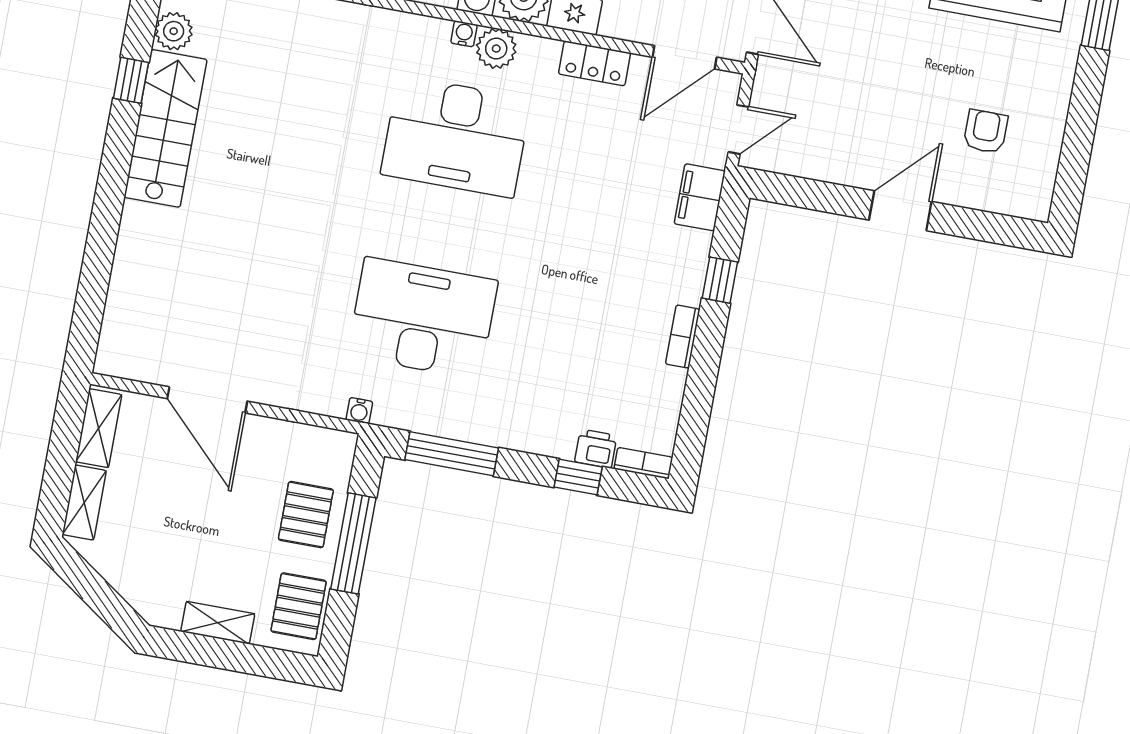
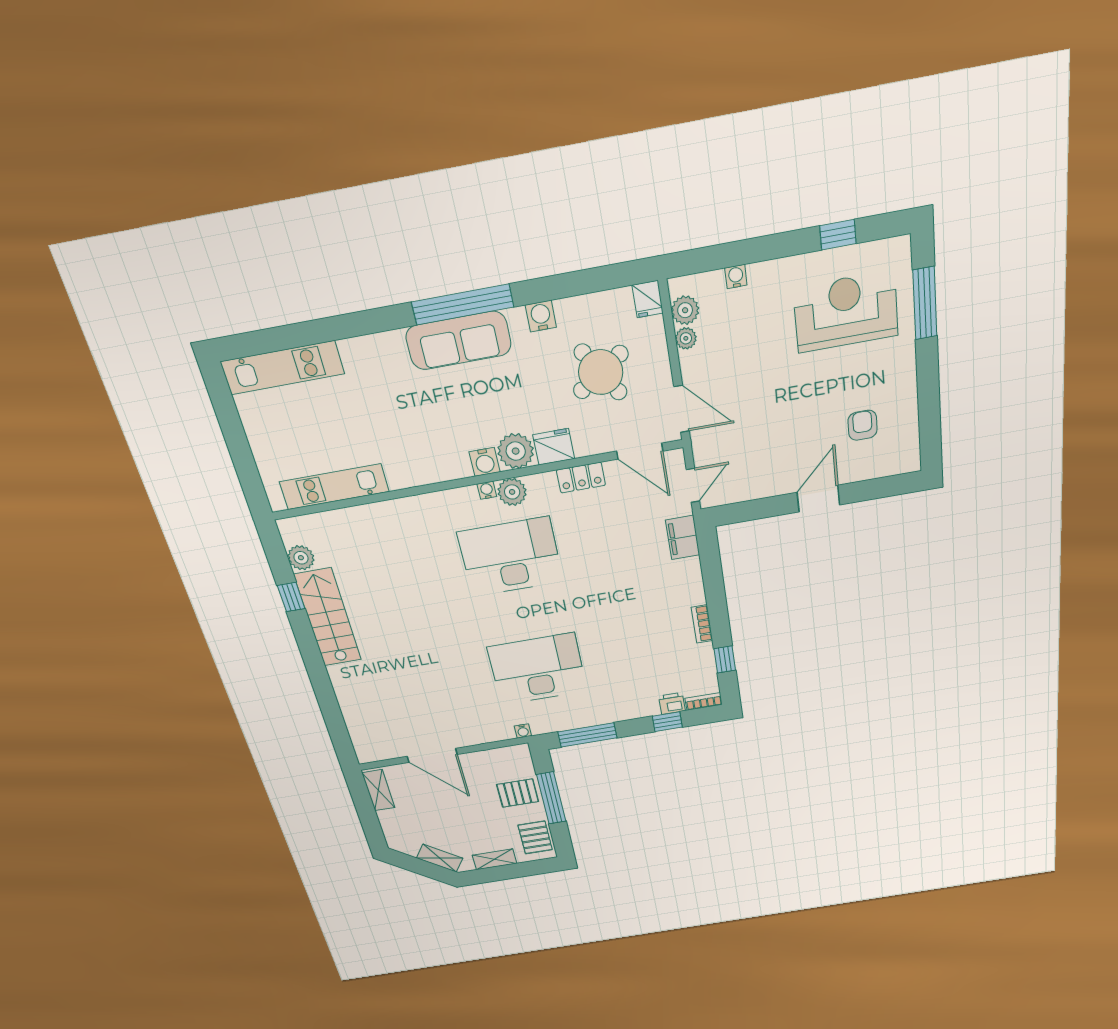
door: (684, 57) -> (640, 451), hinge flipped
desk: (456, 137) -> (510, 557), turned 180
window: (720, 280) -> (725, 659), moved
shelving: (84, 503) -> (440, 858), moved, turned -55
pallet: (306, 515) -> (518, 793), turned 90

